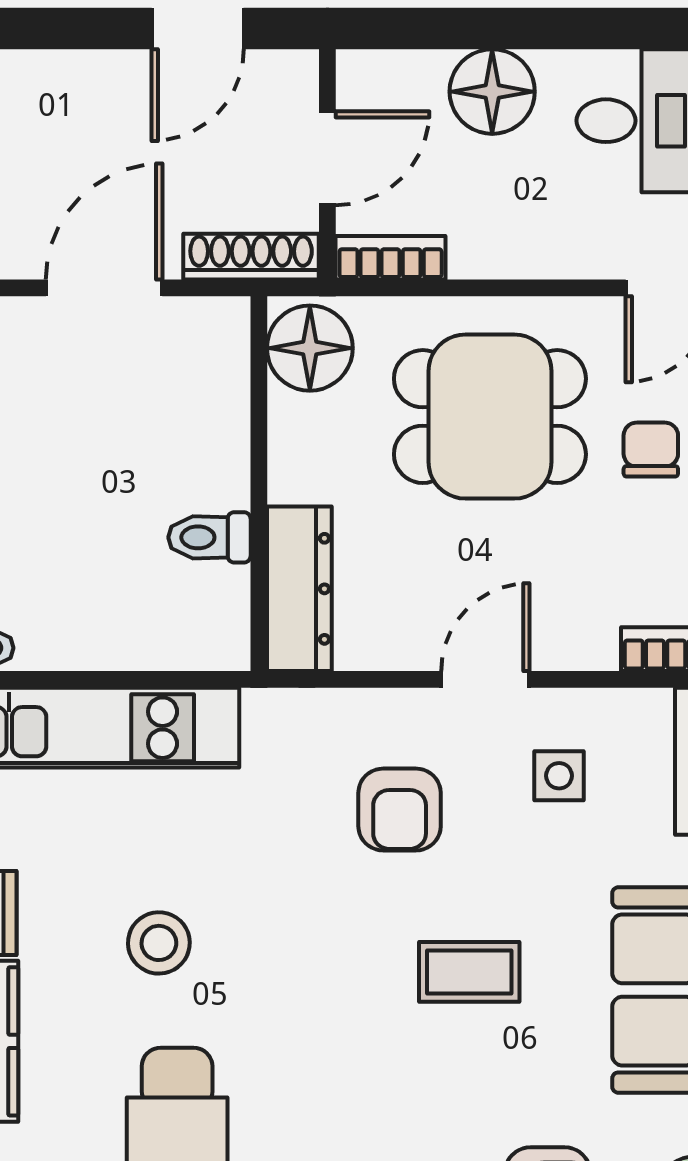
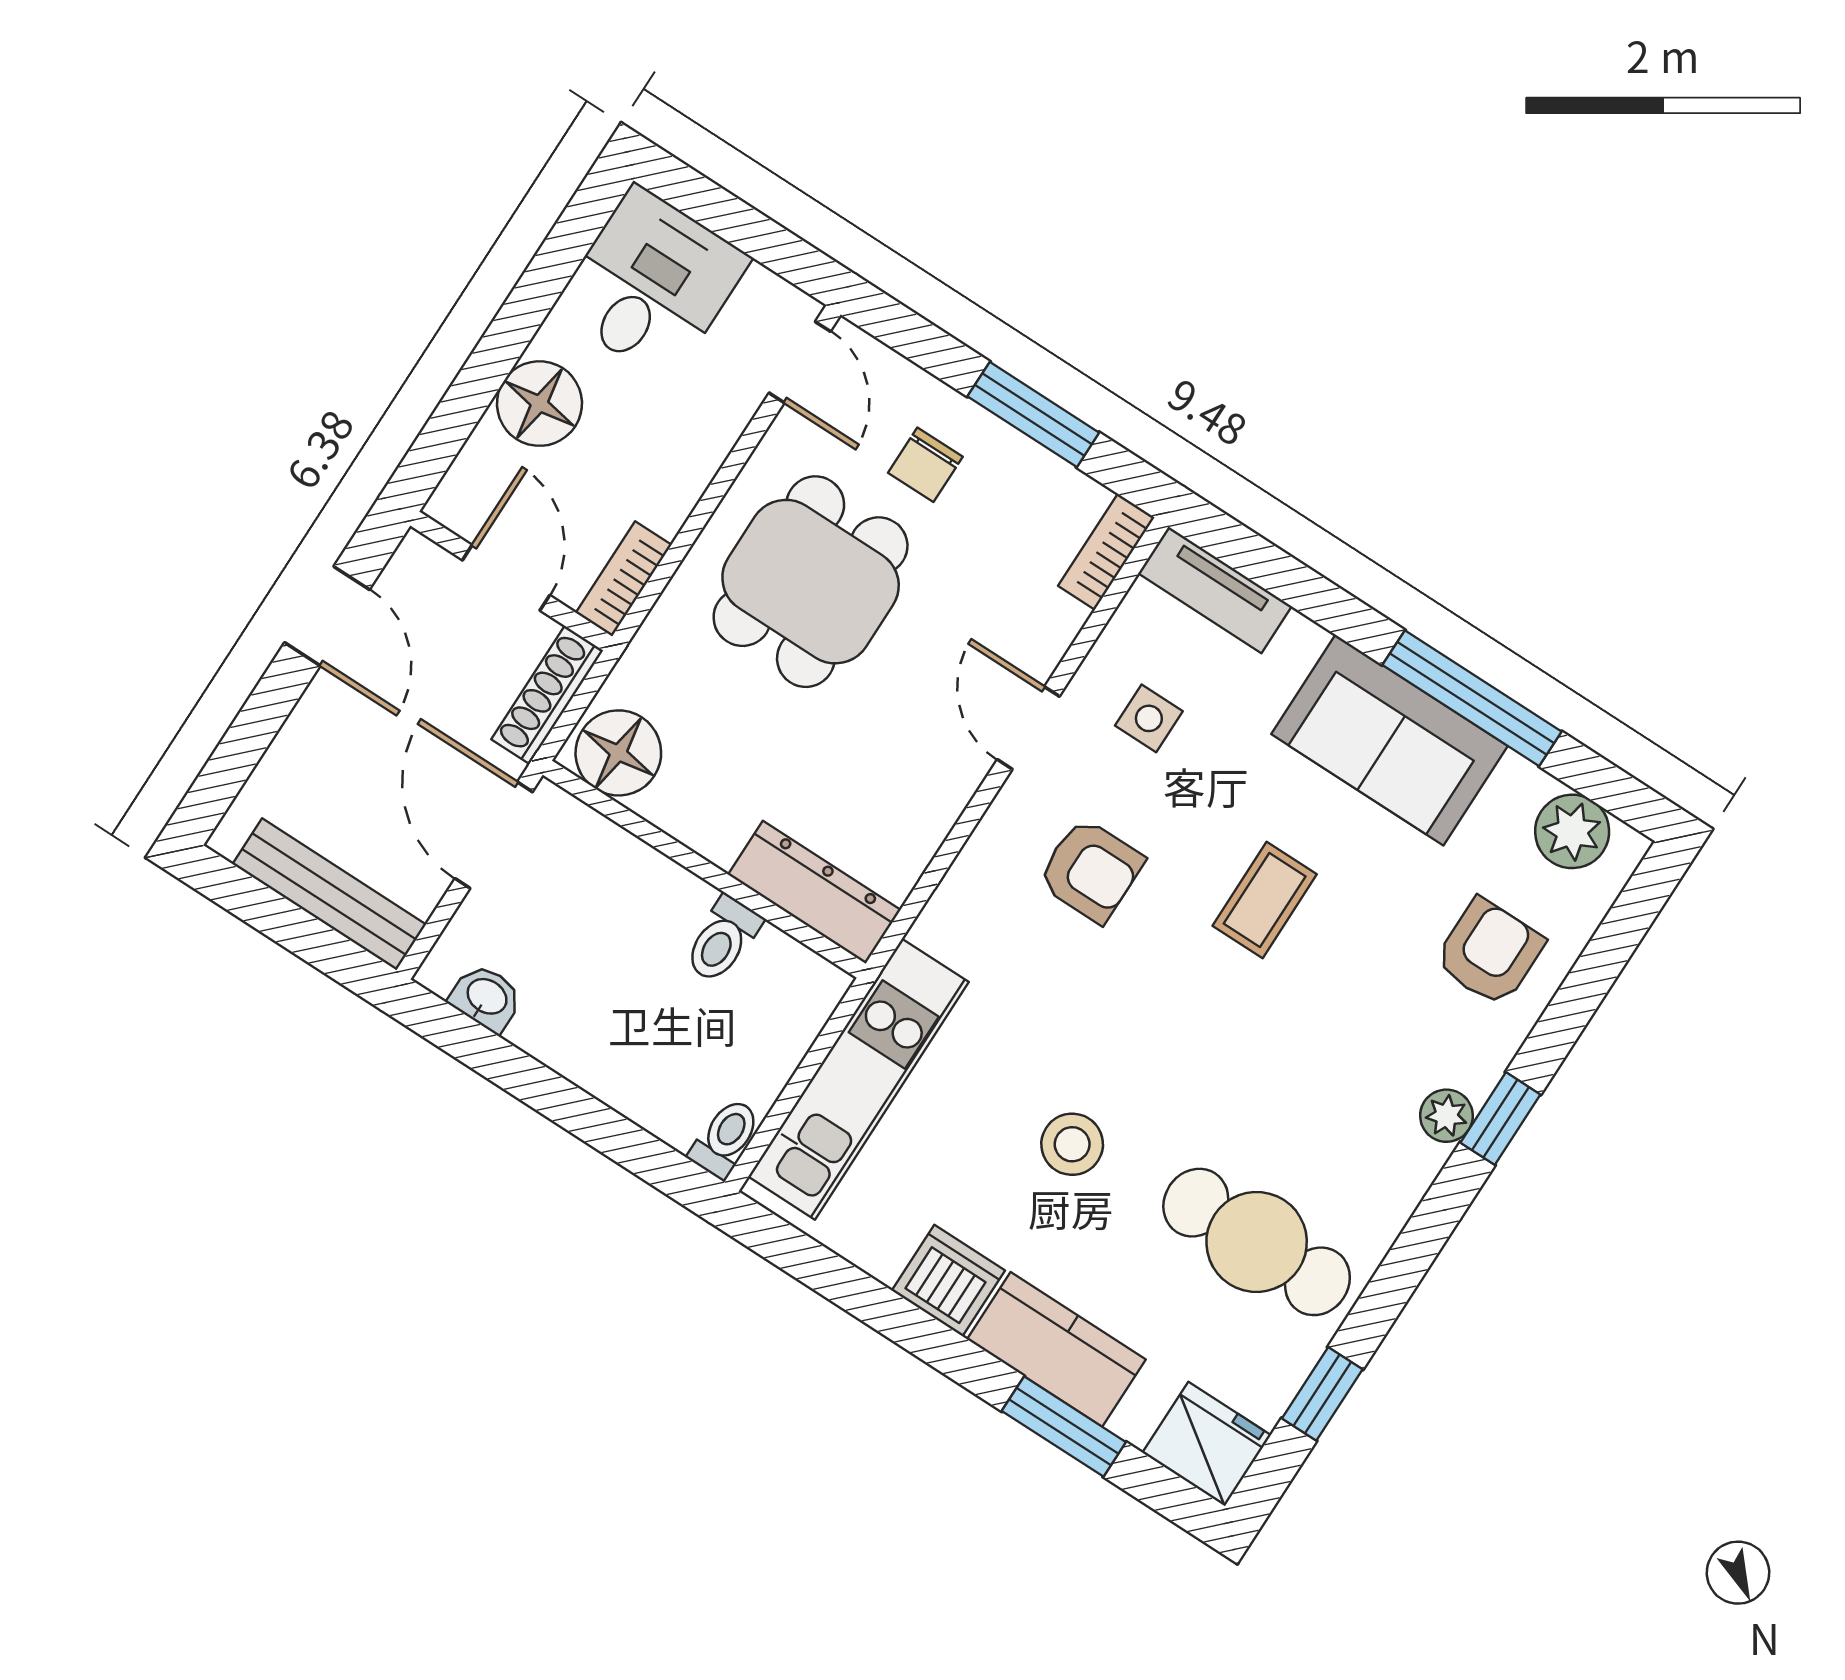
floor lamp: (310, 348) -> (618, 753), moved
chair: (651, 450) -> (925, 465), turned -90
wall: (259, 484) -> (704, 869), moved
toilet: (209, 537) -> (723, 940), moved
dresser: (299, 589) -> (814, 892), moved

